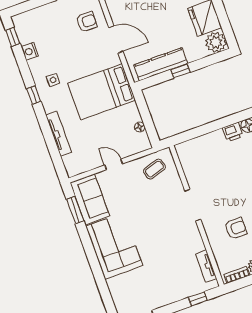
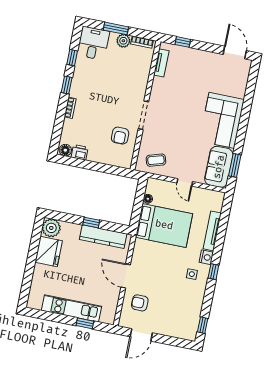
nightstand: (30, 51) -> (206, 257), moved
bed: (102, 92) -> (164, 225), moved
armchair: (236, 228) -> (120, 136), moved, turned -90

